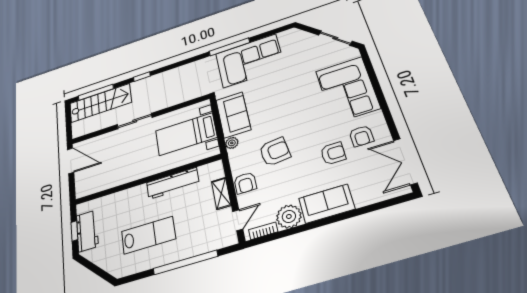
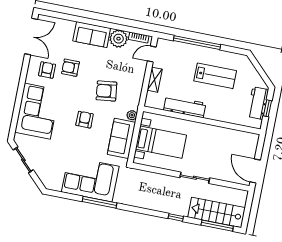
armchair: (245, 183) -> (85, 120), moved
lab bench: (148, 235) -> (215, 76), turned 180

